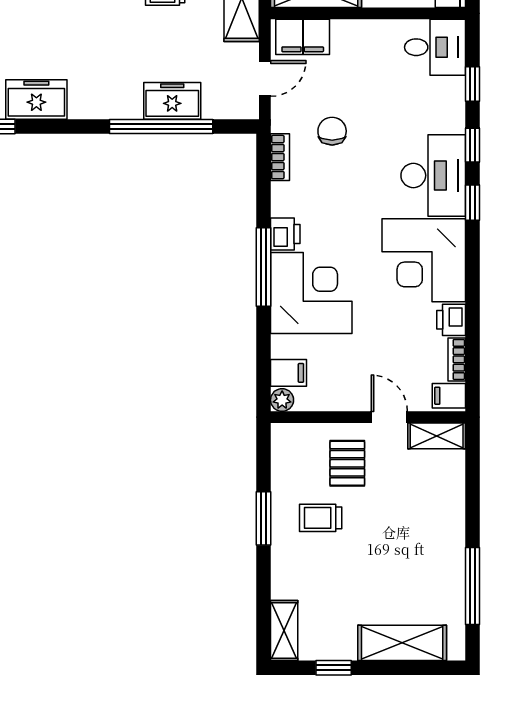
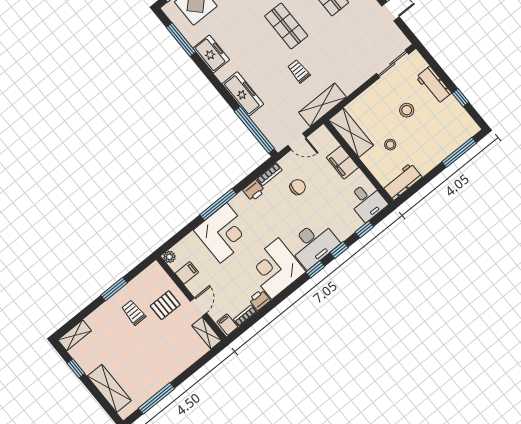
filing cabinet: (303, 37) -> (342, 162), moved
freezer: (172, 101) -> (243, 94), moved, width x1.40
window: (161, 126) -> (254, 130), moved
printer: (285, 234) -> (254, 190), moved
filing cabinet: (288, 373) -> (187, 273), moved, turned -90

